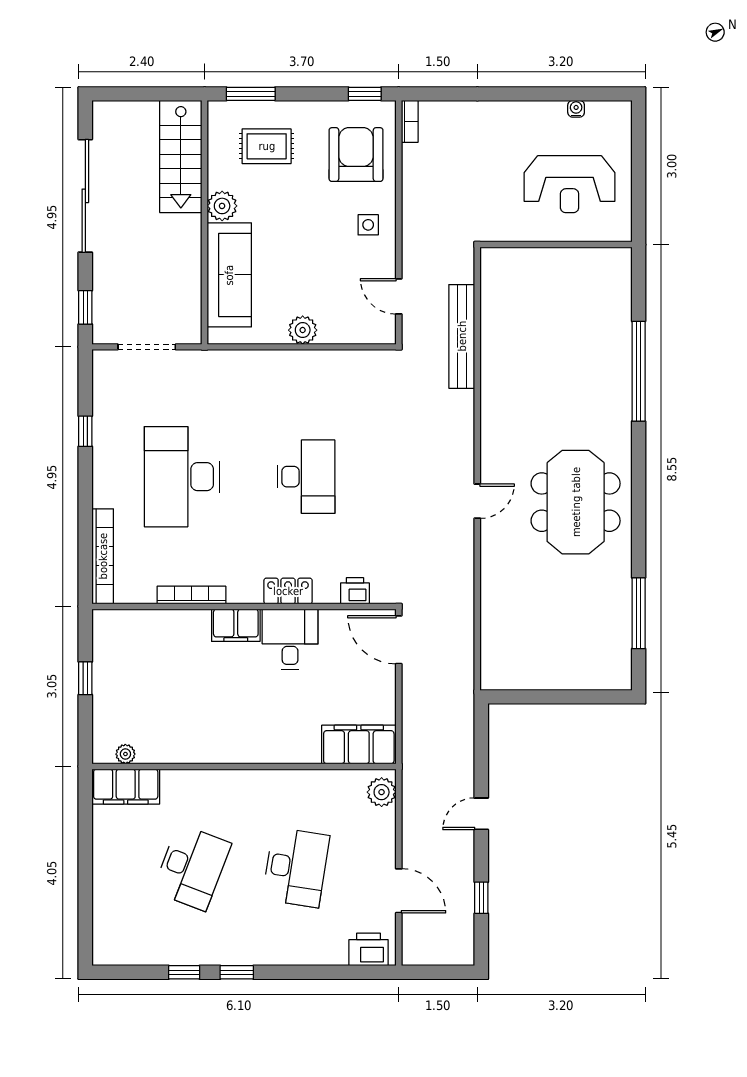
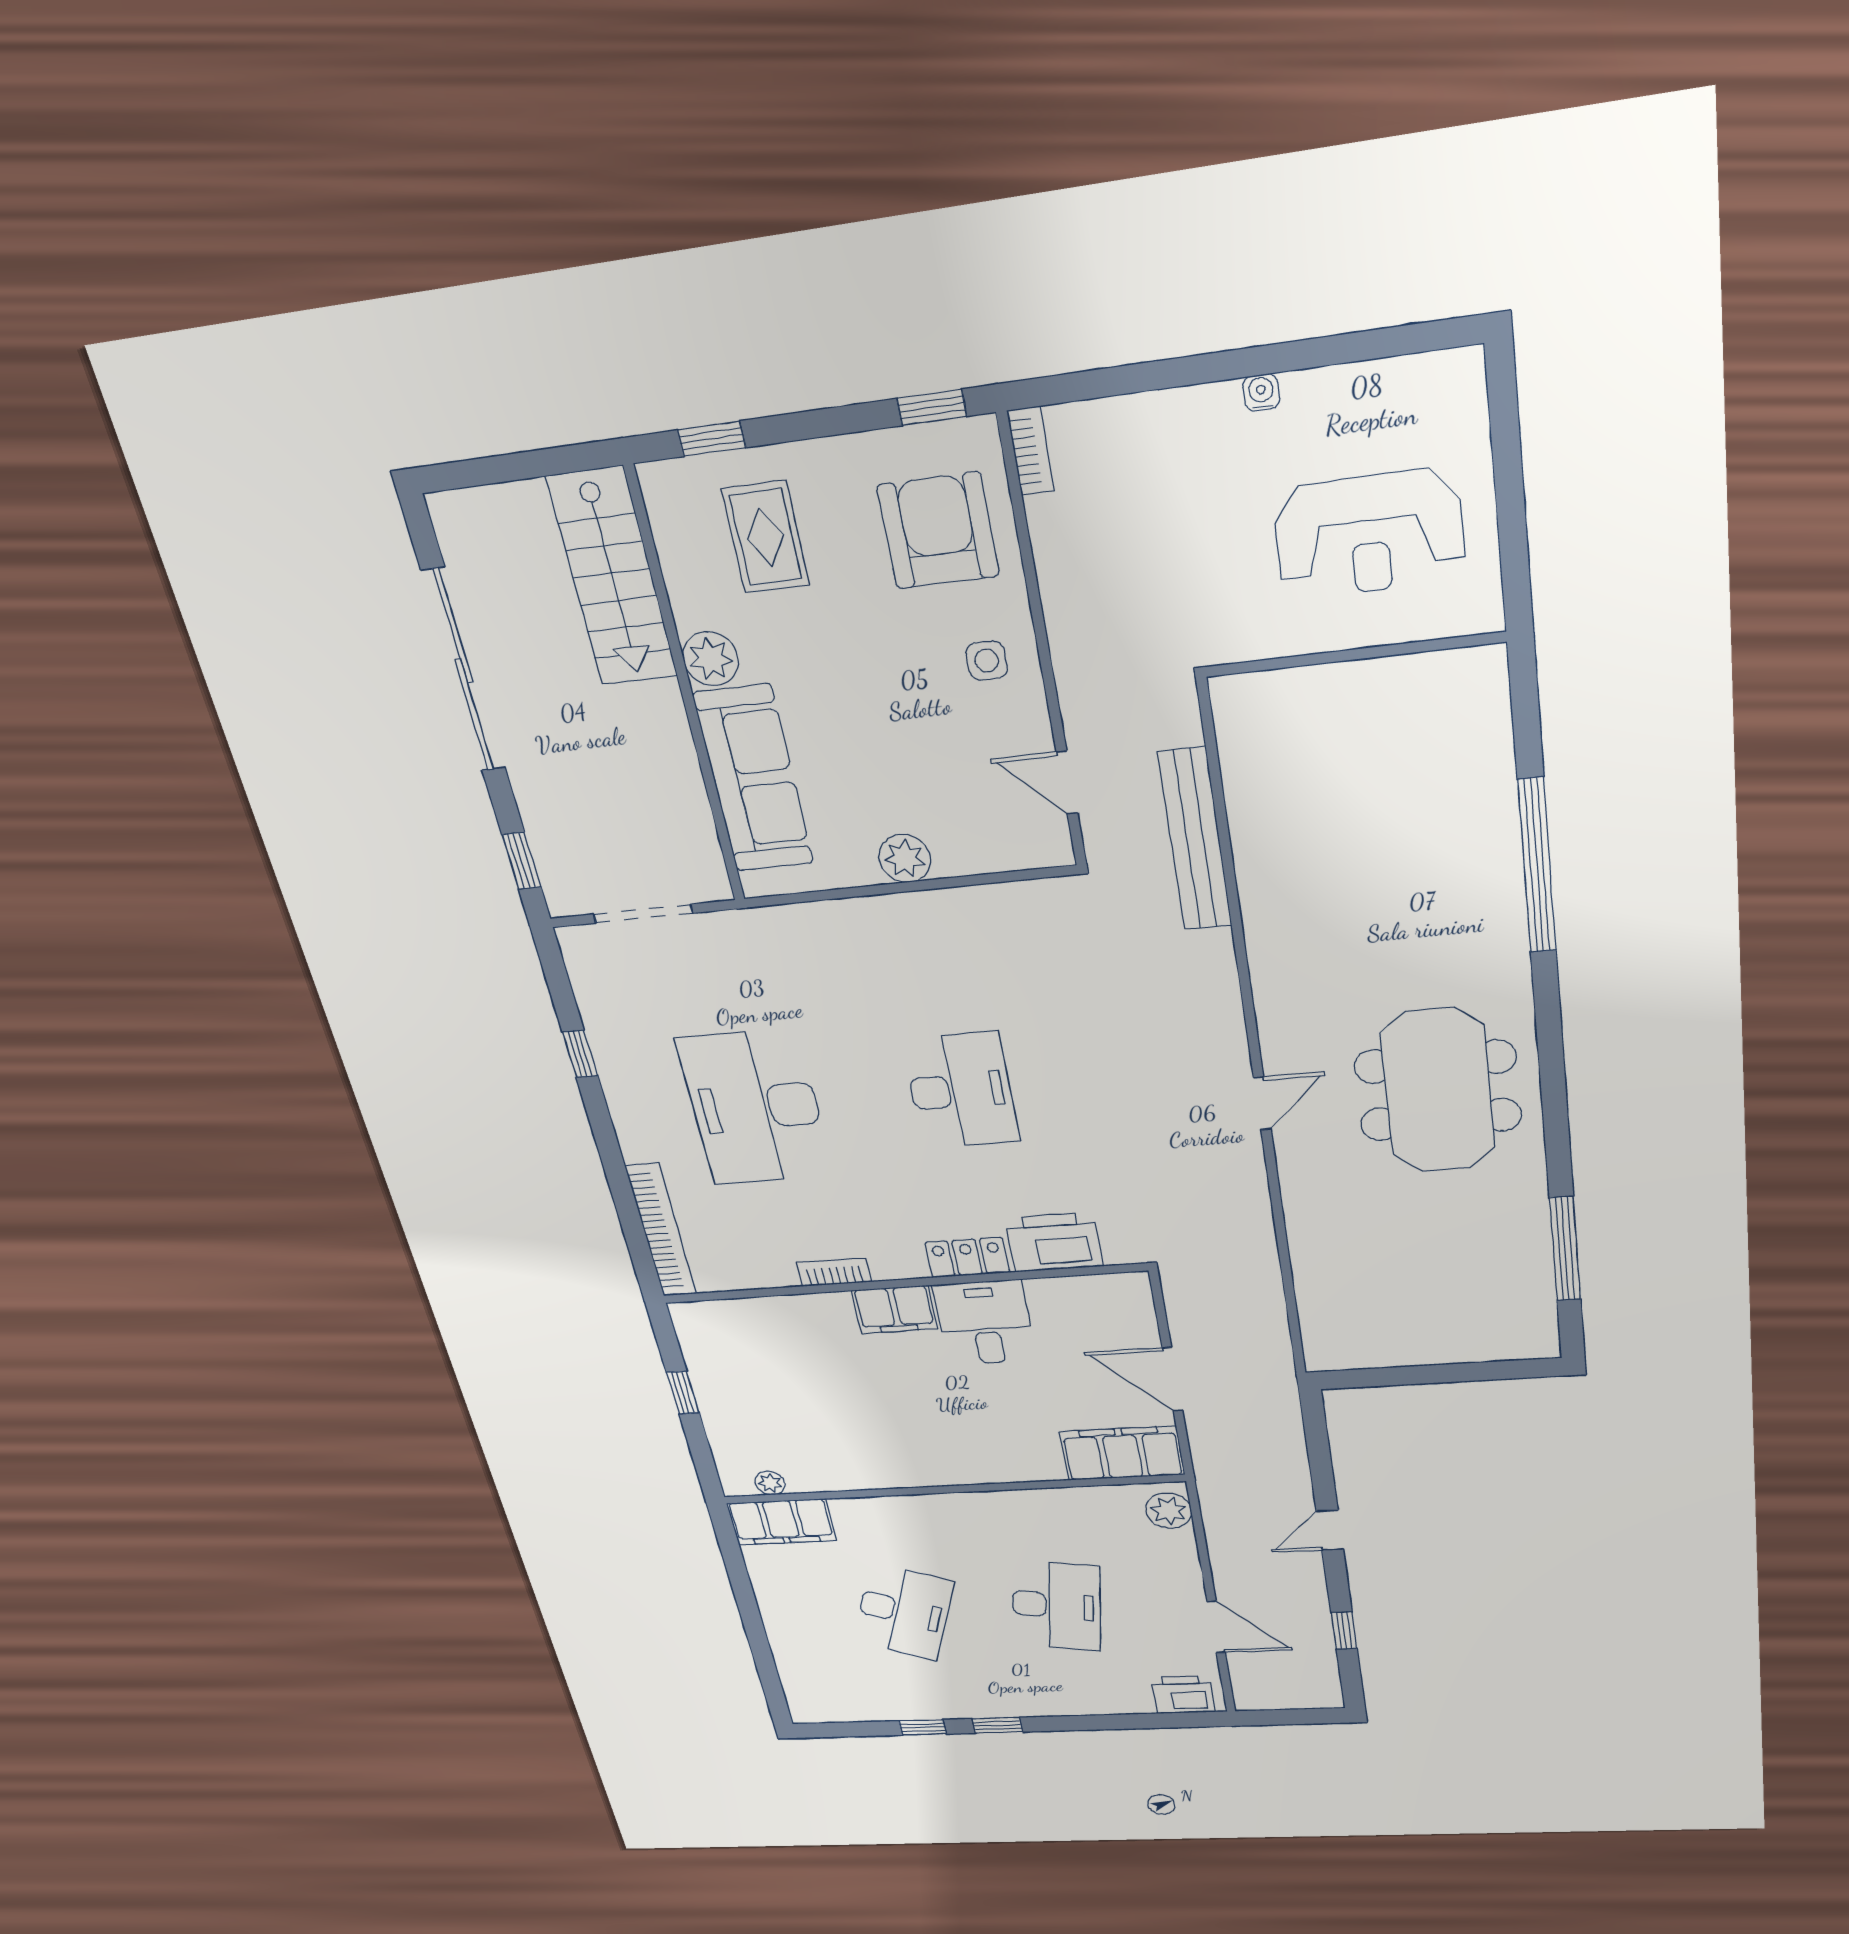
window: (251, 94) -> (712, 439), width x0.67
water cooler: (576, 109) -> (1261, 393), moved
rug: (267, 146) -> (766, 537), turned 90
printer: (355, 591) -> (1054, 1242), width x1.87, depth x1.48
bookcase: (191, 595) -> (834, 1272), width x0.64
door: (399, 640) -> (1172, 1379), moved

